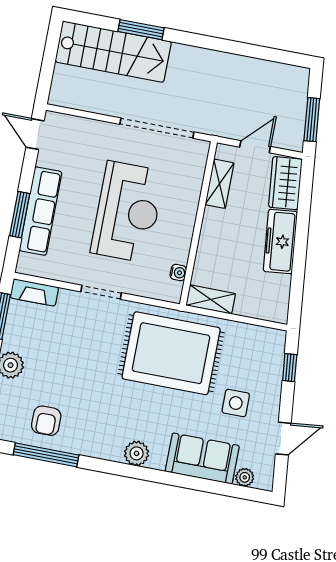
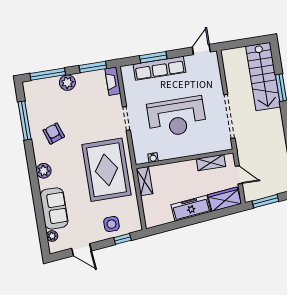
side table: (236, 403) -> (112, 224), moved
armchair: (46, 421) -> (54, 133), moved, turned 71

